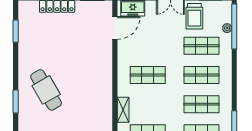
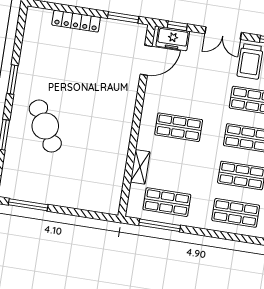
window: (16, 31) -> (13, 79), moved

